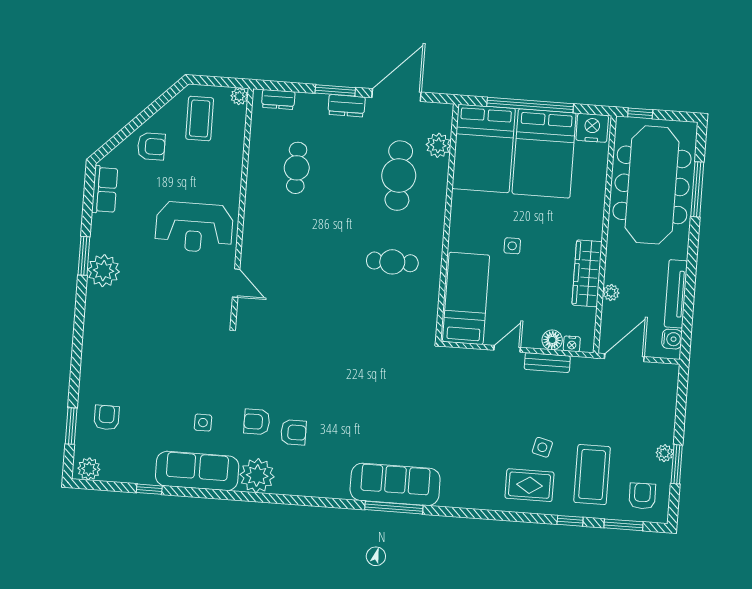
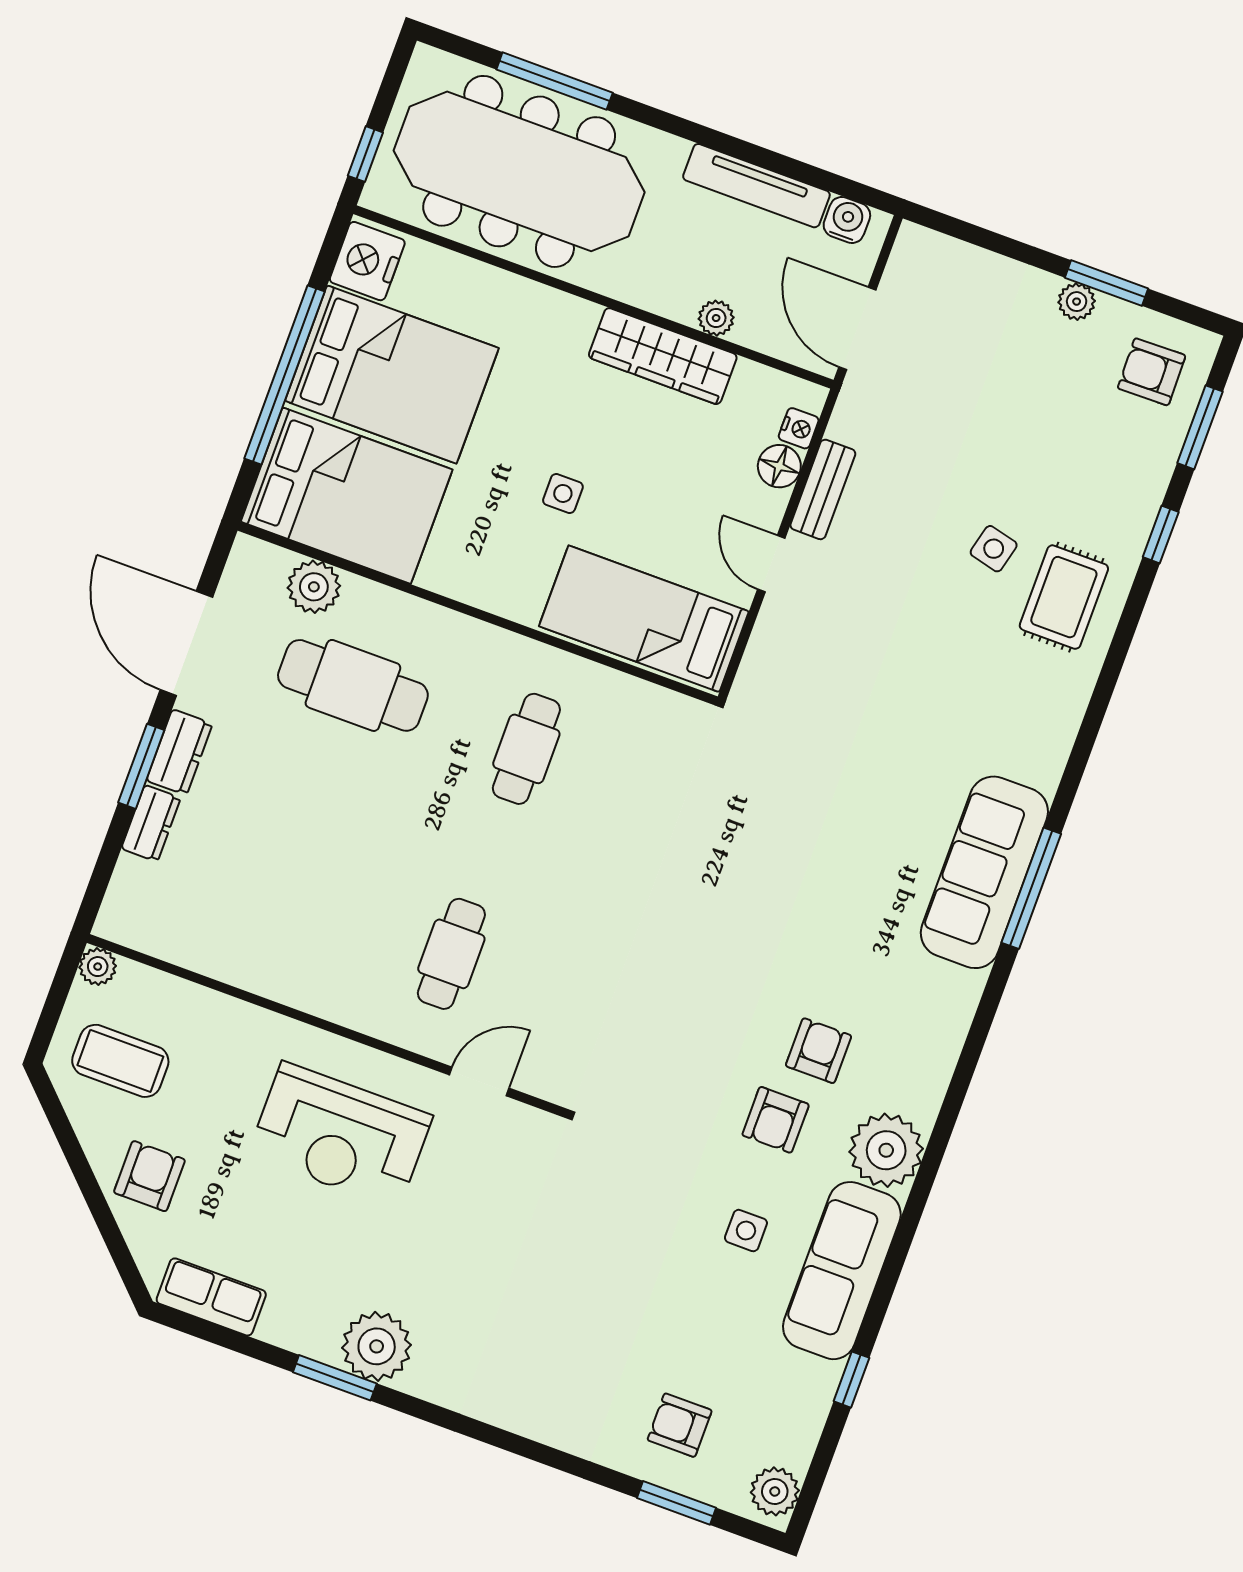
dresser: (278, 100) -> (151, 823), moved
cafe table: (297, 168) -> (451, 954), moved, turned 90
reception desk: (194, 227) -> (340, 1135), turned 90
coffee table: (592, 475) -> (1079, 462), removed

